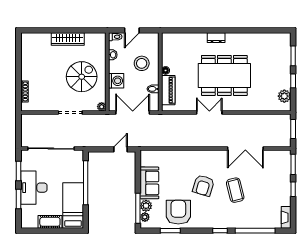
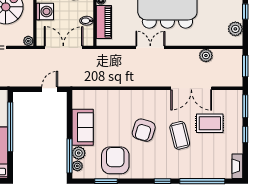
plant: (258, 120) -> (206, 56), added
rug: (262, 179) -> (210, 123), added

